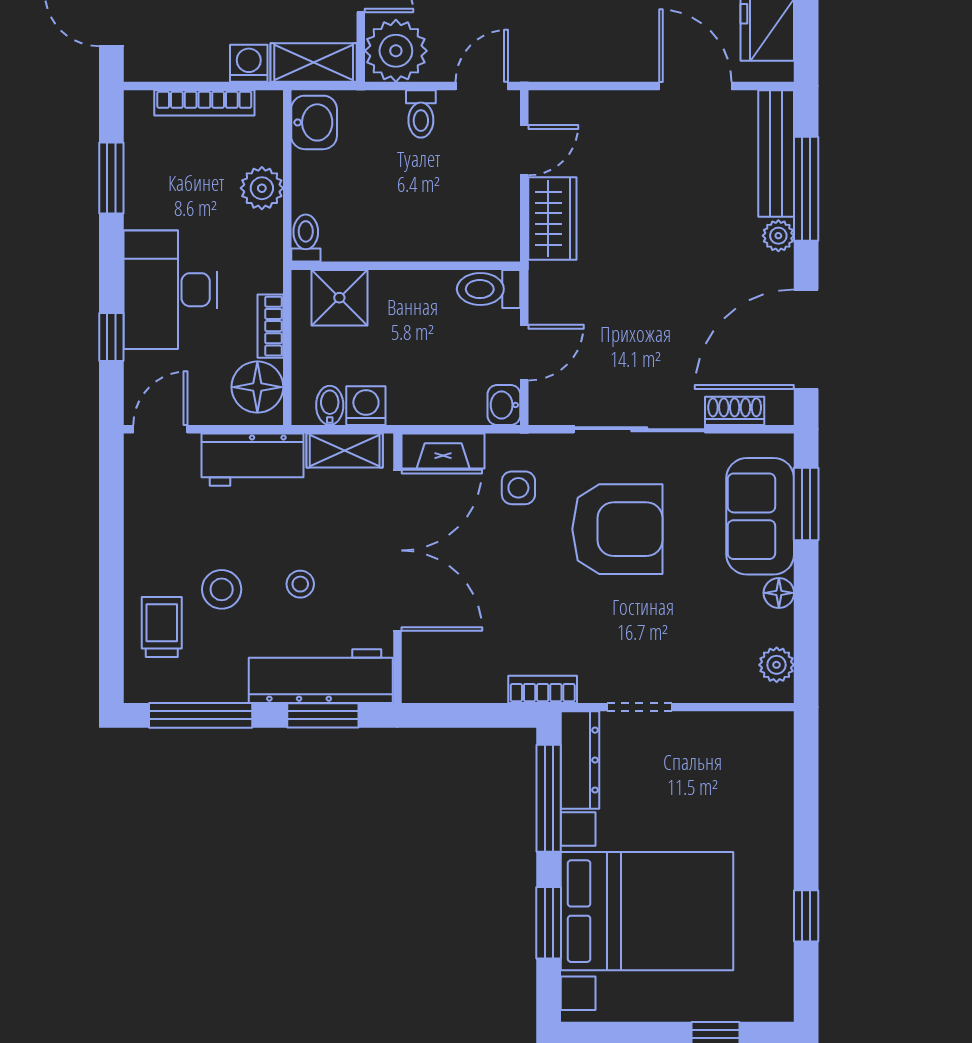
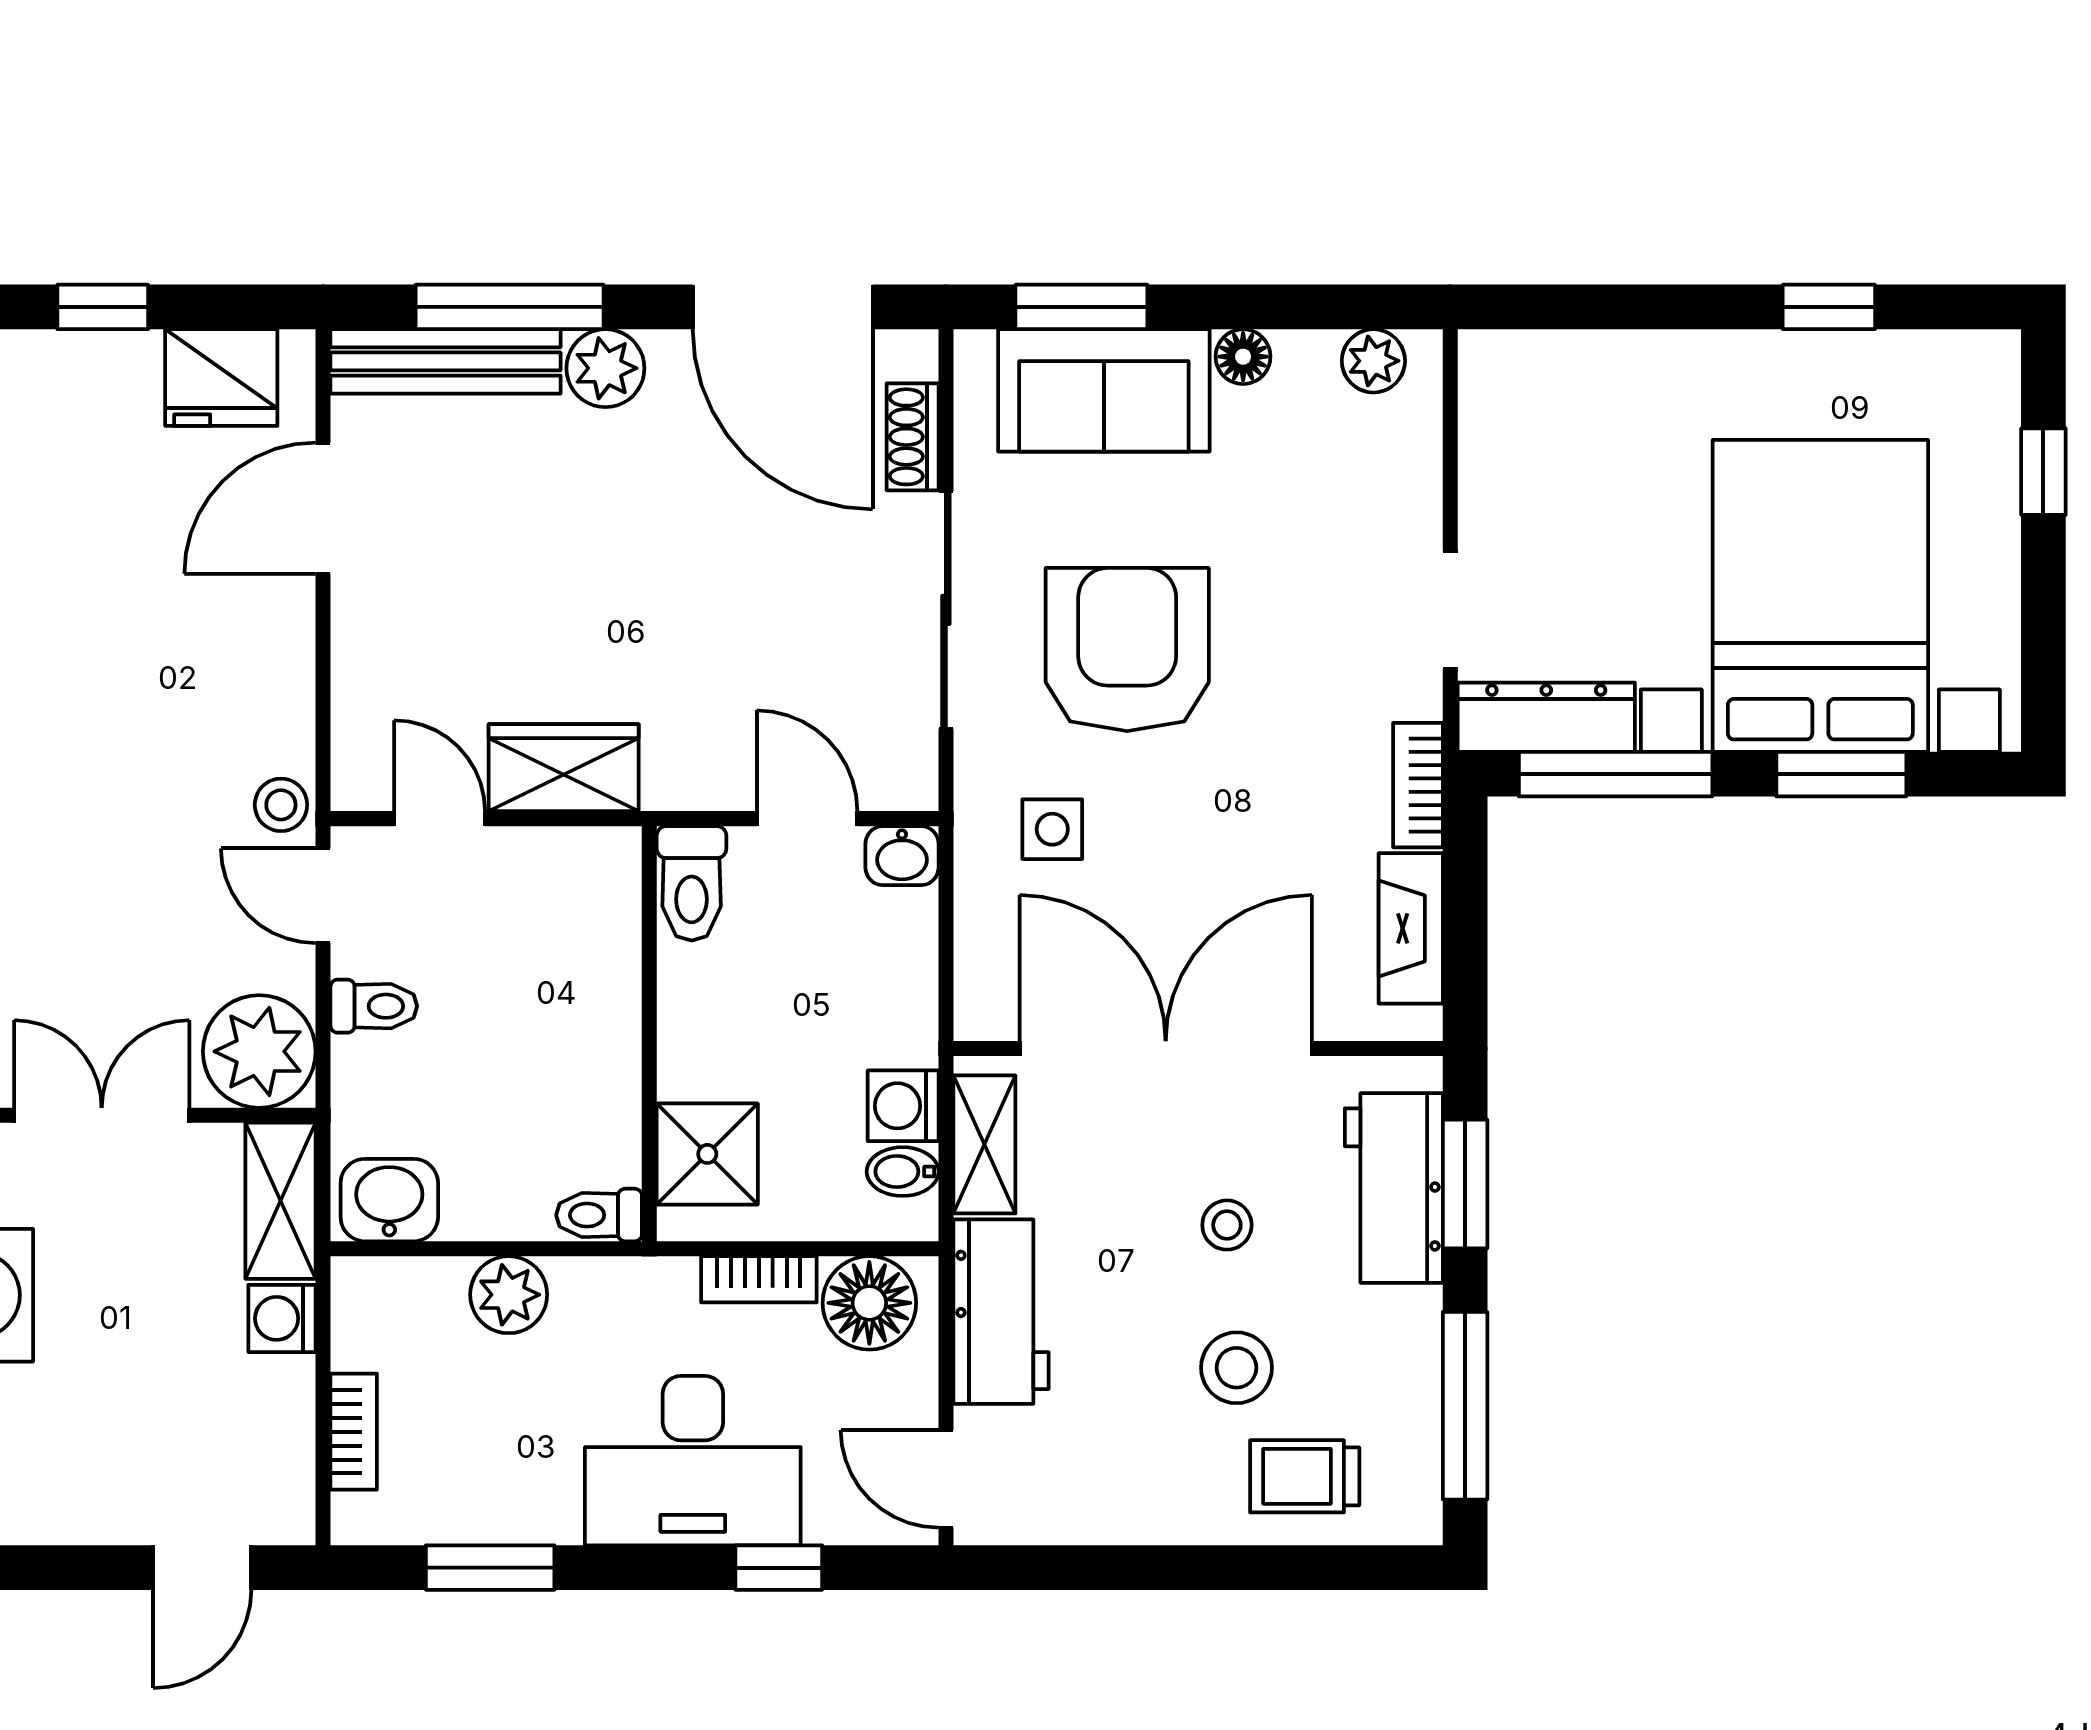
stool: (532, 63) -> (281, 805), added
bookcase: (204, 103) -> (354, 1432), width x0.64
plant: (778, 236) -> (605, 368), width x1.38, depth x1.38
fireplace: (443, 451) -> (1411, 928), moved, turned 180
workbench: (321, 676) -> (1394, 1188), width x0.73

